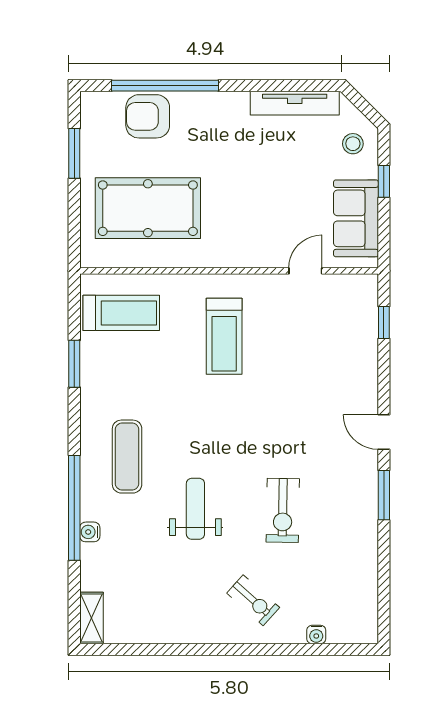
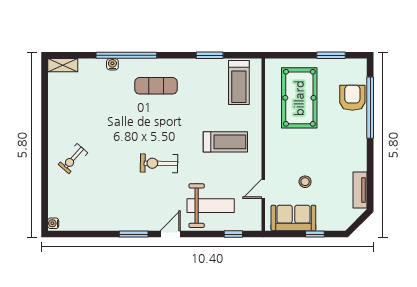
tv unit: (295, 103) -> (360, 190), width x0.71
stool: (353, 144) -> (305, 182), moved
door: (305, 271) -> (263, 189), swing flipped
treadmill: (224, 336) -> (225, 142), turned 180
weight bench: (195, 509) -> (211, 206), moved, width x1.36, depth x1.33
exercise bike: (283, 510) -> (159, 163), moved
water cooler: (316, 635) -> (53, 223), moved

